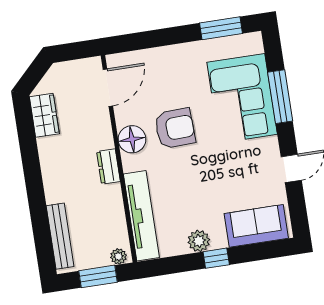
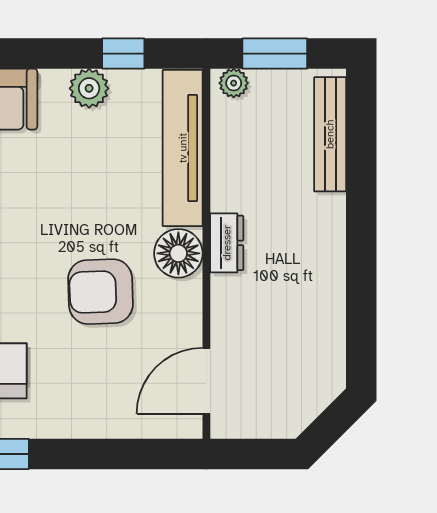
wardrobe: (44, 115) -> (325, 350), removed
floor lamp: (132, 139) -> (178, 253), moved
window: (216, 258) -> (123, 54), moved

